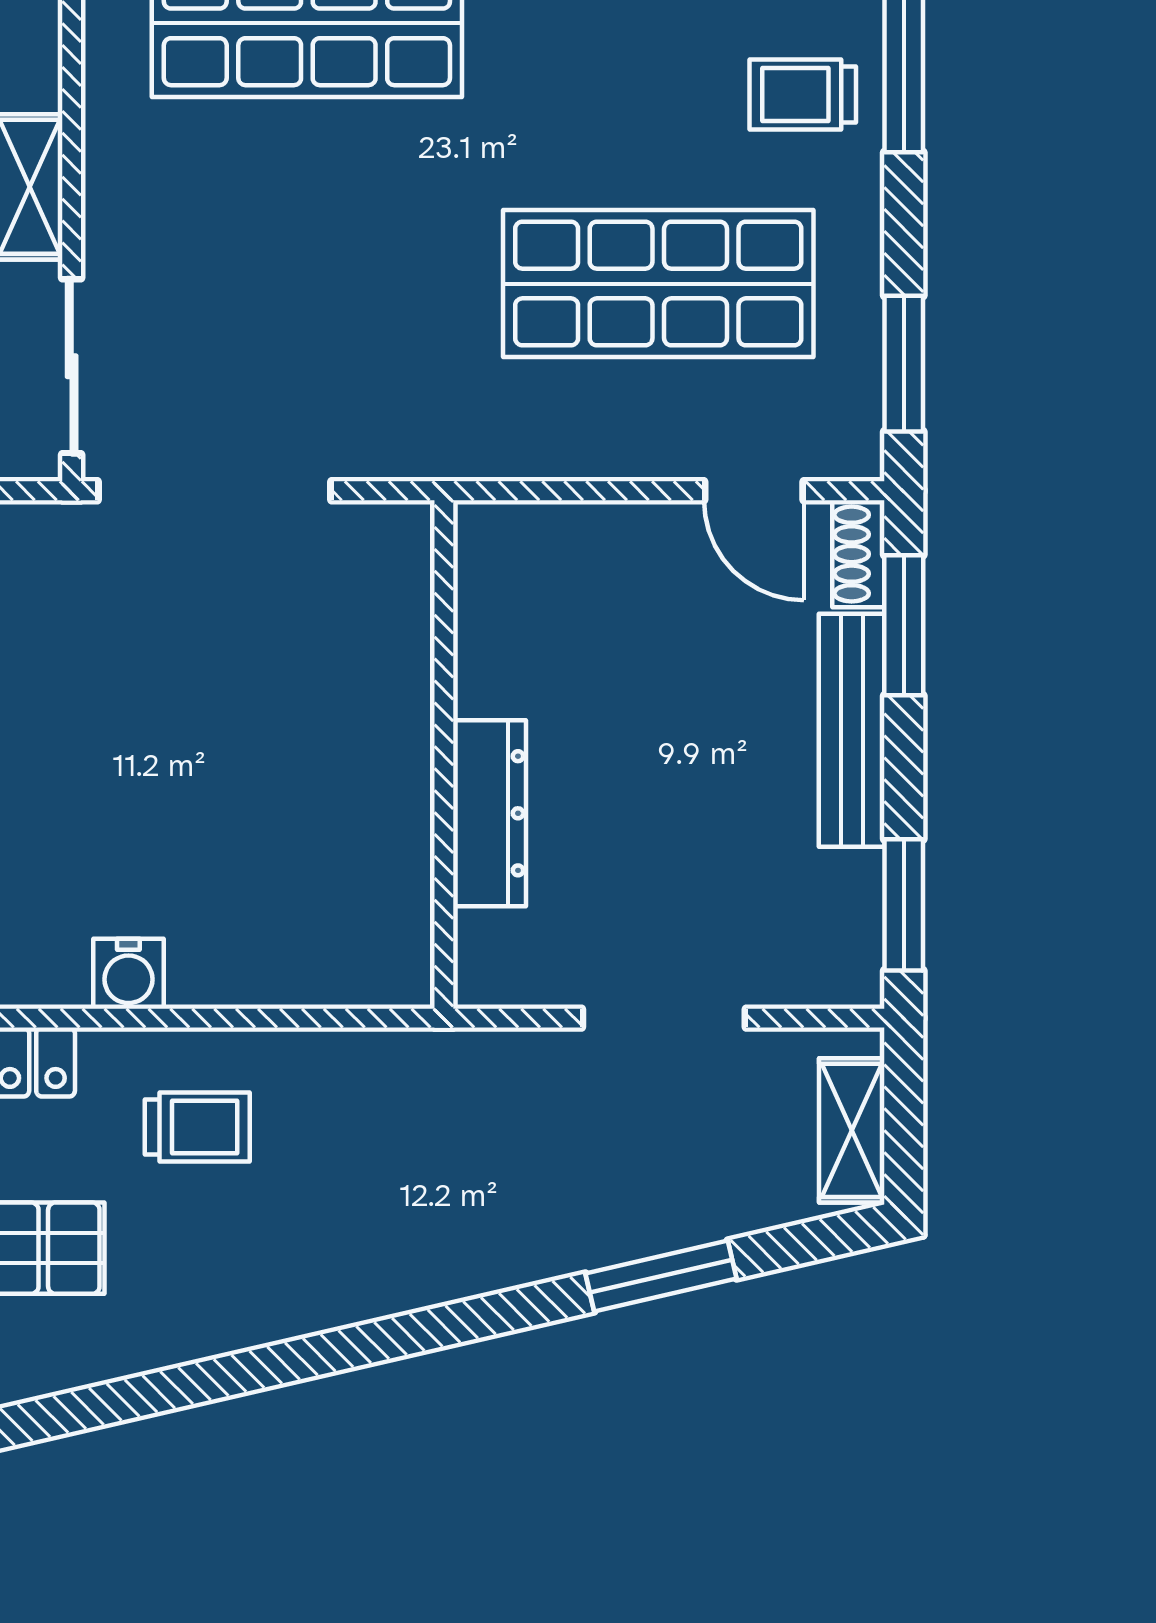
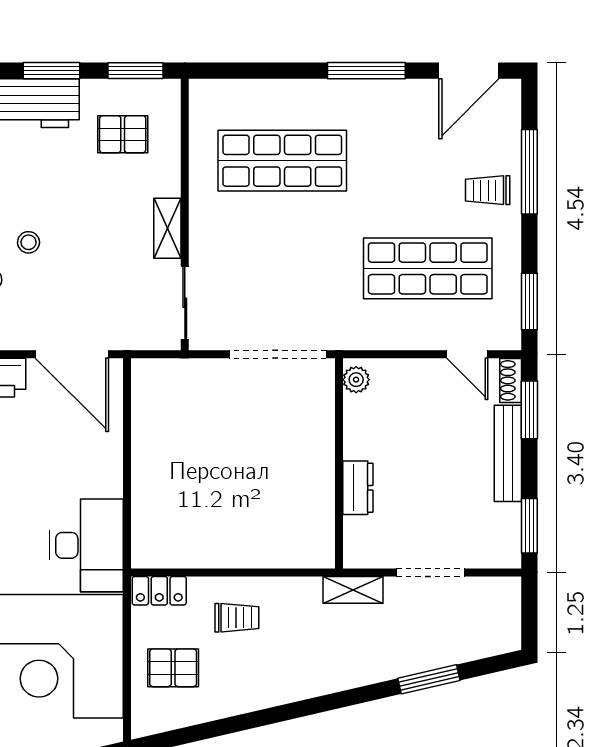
doorway: (215, 491) -> (278, 354), moved
plant: (485, 552) -> (356, 380), added
dresser: (490, 813) -> (358, 488), width x0.70
water cooler: (128, 974) -> (208, 554), removed
shelving: (852, 1130) -> (353, 590), moved, turned 90

